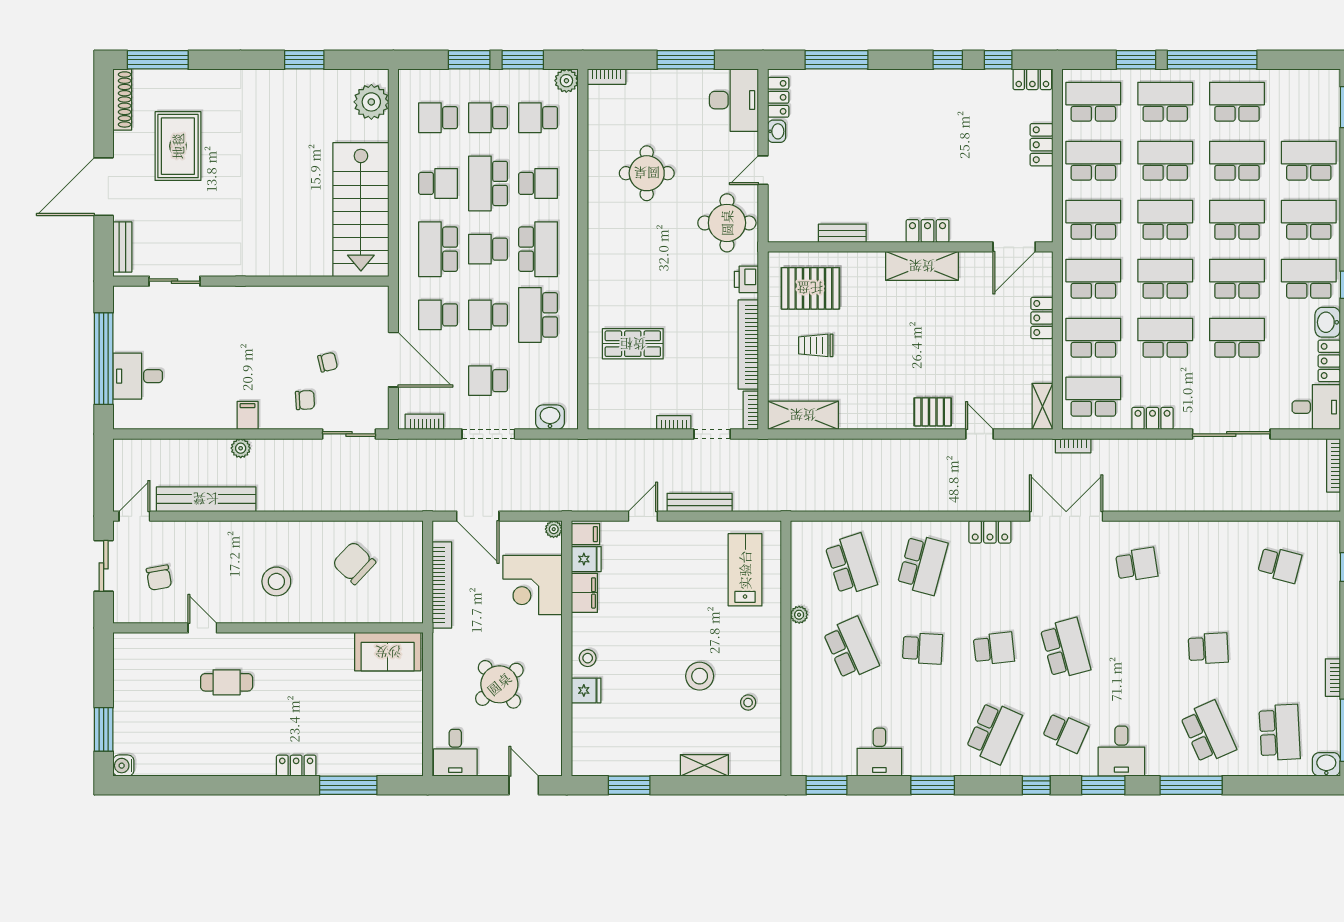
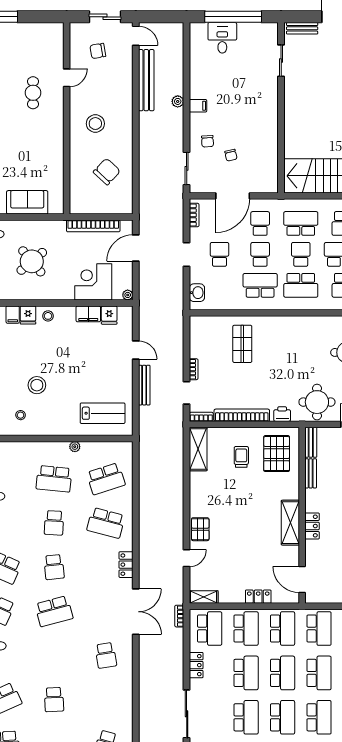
bench: (792, 233) -> (311, 442), added
doorway: (488, 434) -> (187, 255), width x0.73
filing cabinet: (585, 534) -> (13, 315), moved
school desk: (851, 648) -> (54, 479), turned 30
sofa: (388, 652) -> (27, 202), moved, turned 90

